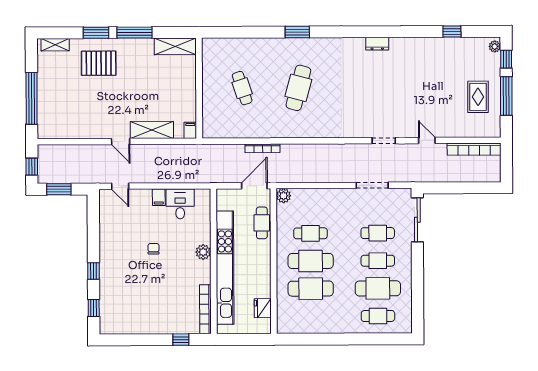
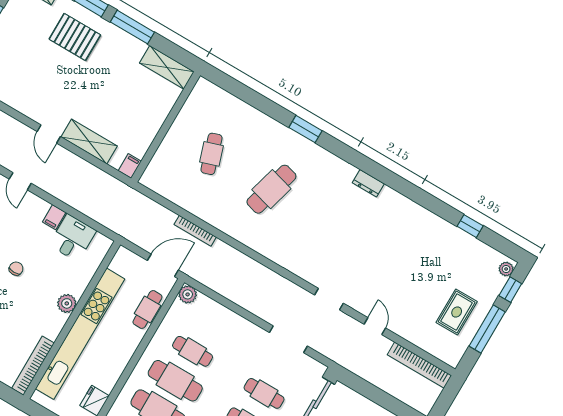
dresser: (377, 44) -> (368, 183), moved

